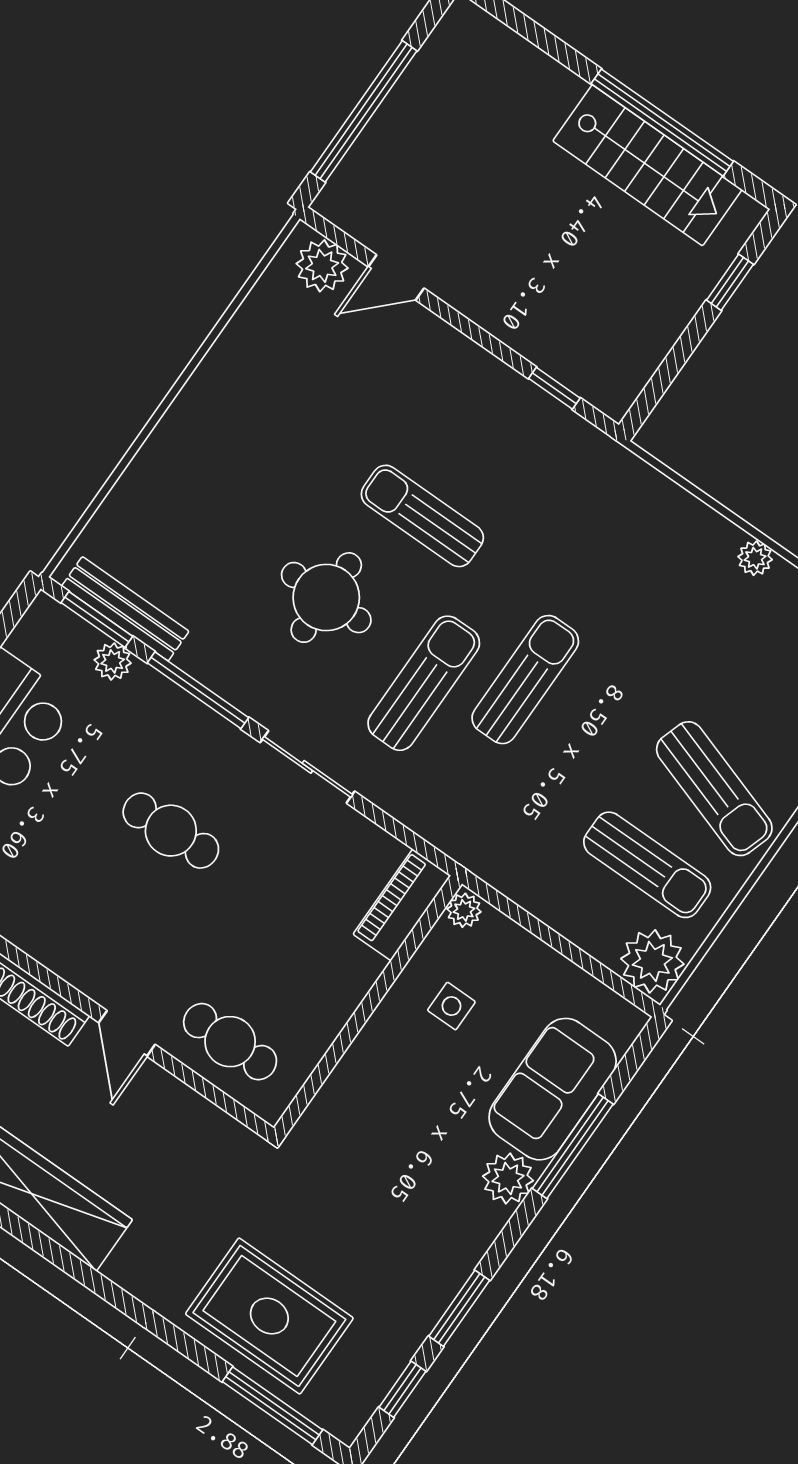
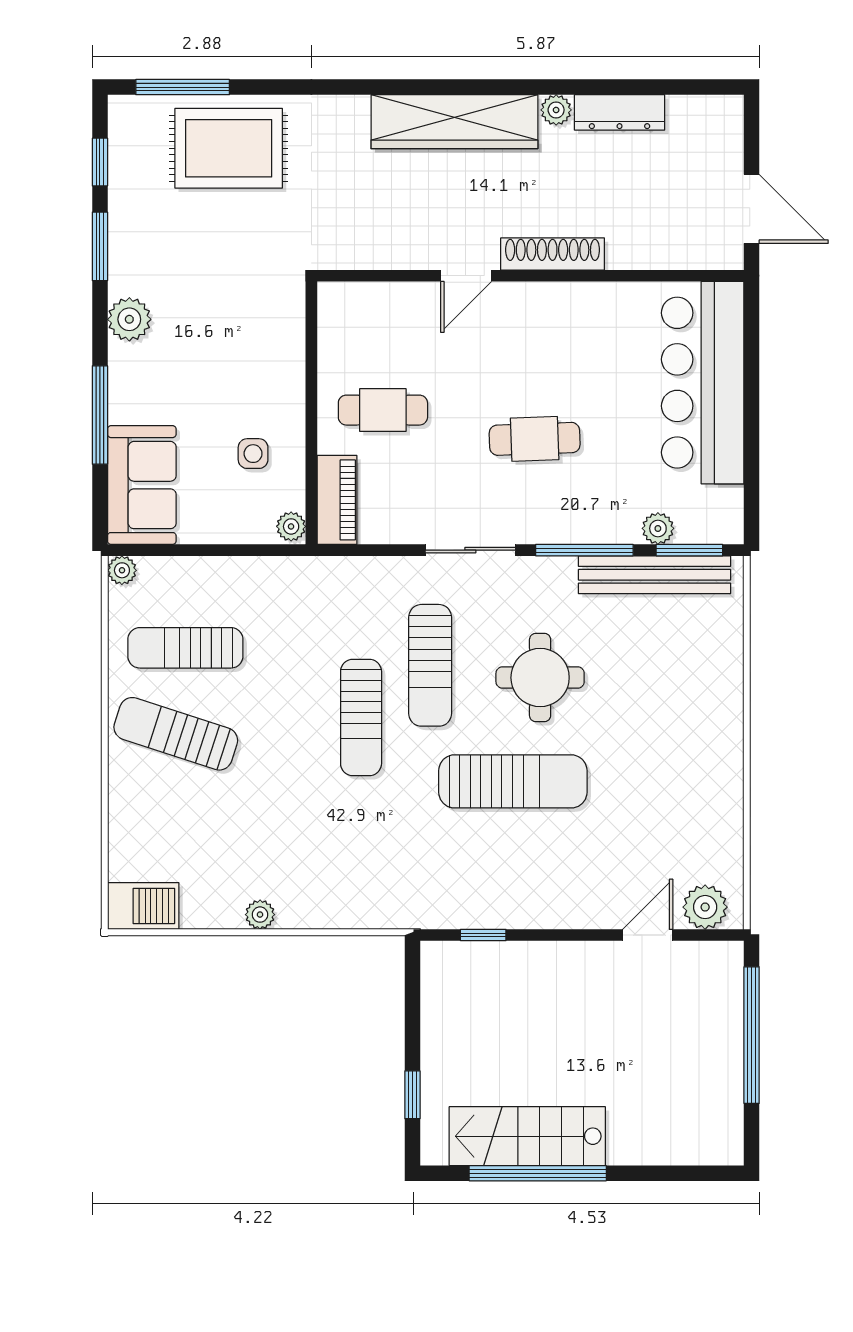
sun lounger: (422, 516) -> (513, 781), width x1.36, depth x1.34
bench: (125, 609) -> (655, 575), width x1.37, depth x1.21
plant: (652, 961) -> (122, 570), width x0.53, depth x0.53
door: (127, 1034) -> (466, 276), swing flipped
cafe table: (230, 1042) -> (383, 410), moved
sofa: (553, 1089) -> (142, 485), moved
plant: (508, 1178) -> (129, 319), moved

